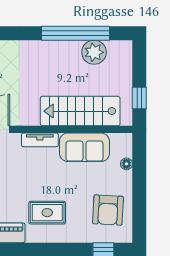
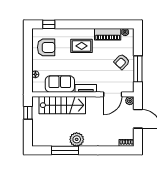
window: (75, 33) -> (65, 150), width x0.68
plant: (94, 52) -> (77, 139), moved
armchair: (108, 210) -> (46, 47), turned 87

